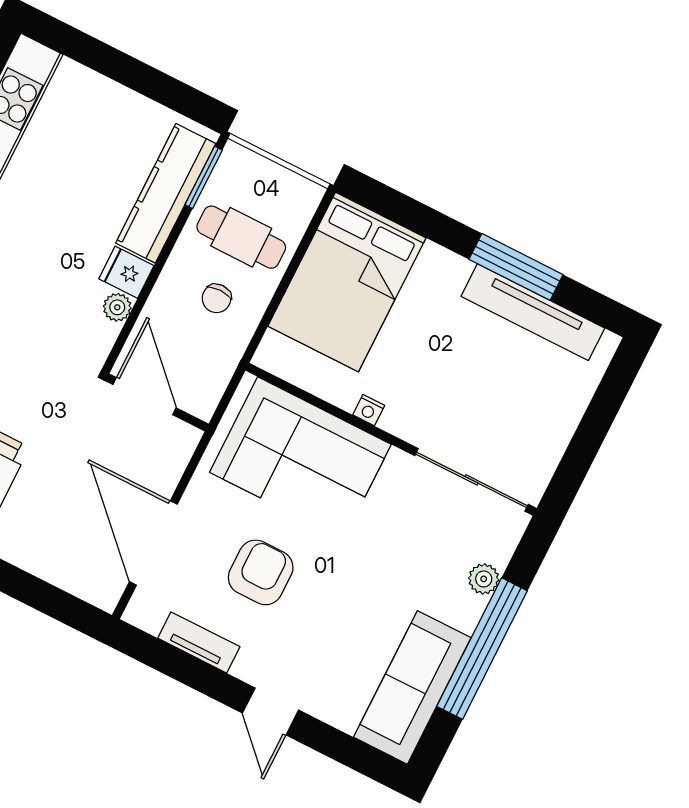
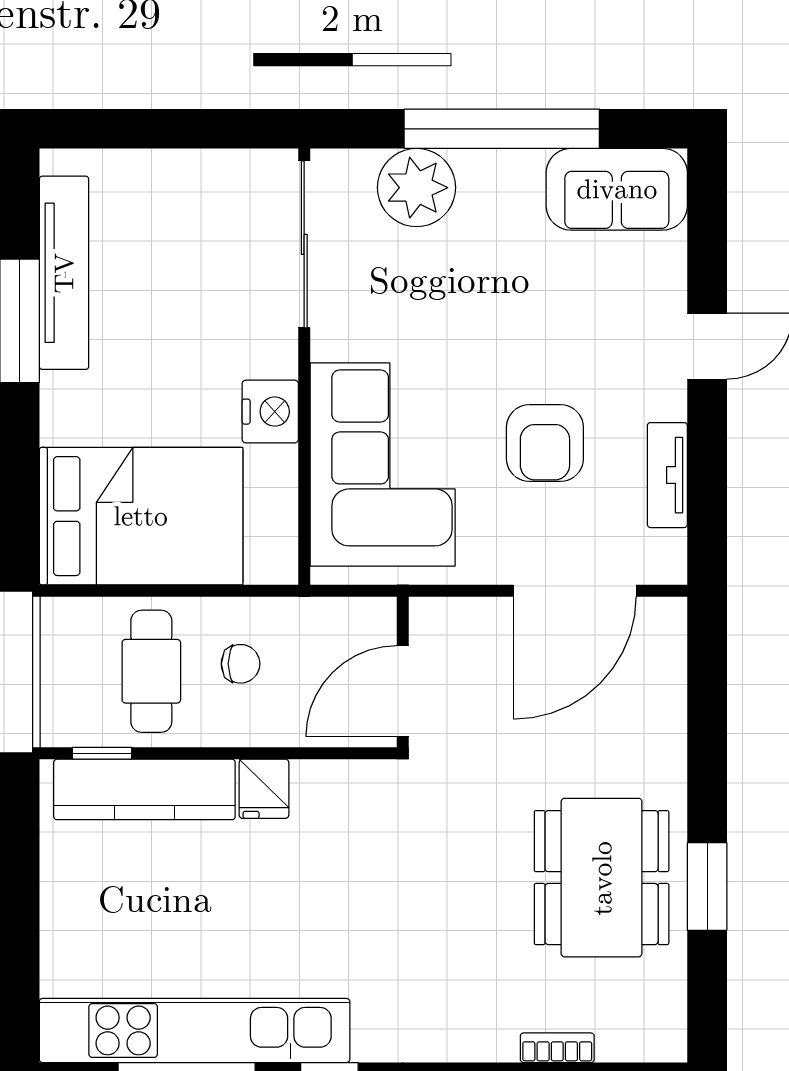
window: (204, 177) -> (102, 753), width x0.67
plant: (117, 307) -> (312, 778), removed
nightstand: (369, 410) -> (270, 412), width x1.89, depth x1.79
armchair: (261, 572) -> (545, 443), turned -90
plant: (484, 579) -> (417, 188), width x1.88, depth x1.88
sofa: (412, 687) -> (617, 189), width x0.73

